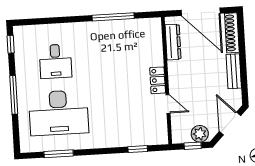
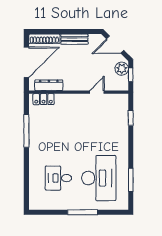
window: (11, 44) -> (43, 212), removed
desk: (55, 61) -> (58, 178), turned 180
locker: (158, 80) -> (44, 99), moved

